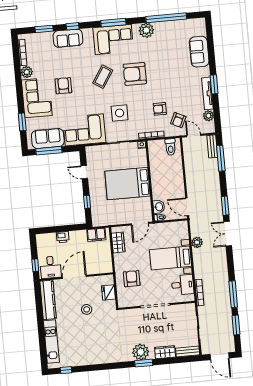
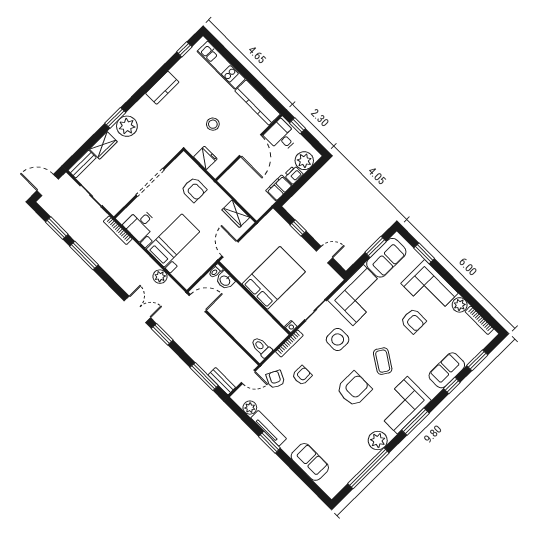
window: (49, 151) -> (376, 247), width x0.69
filing cabinet: (96, 235) -> (279, 188), moved
plant: (49, 240) -> (304, 161), added
kitchen counter: (99, 358) -> (162, 88), added

